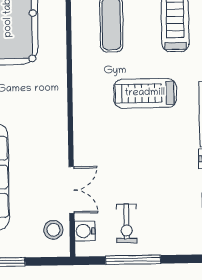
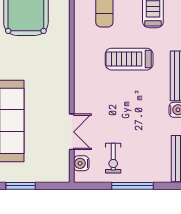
stool: (53, 230) -> (57, 162), removed
window: (133, 260) -> (133, 186), moved

